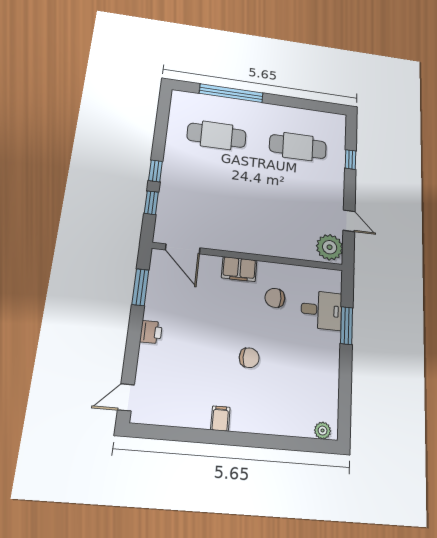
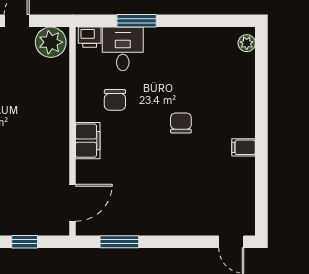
printer: (151, 332) -> (90, 37), moved, turned 180

